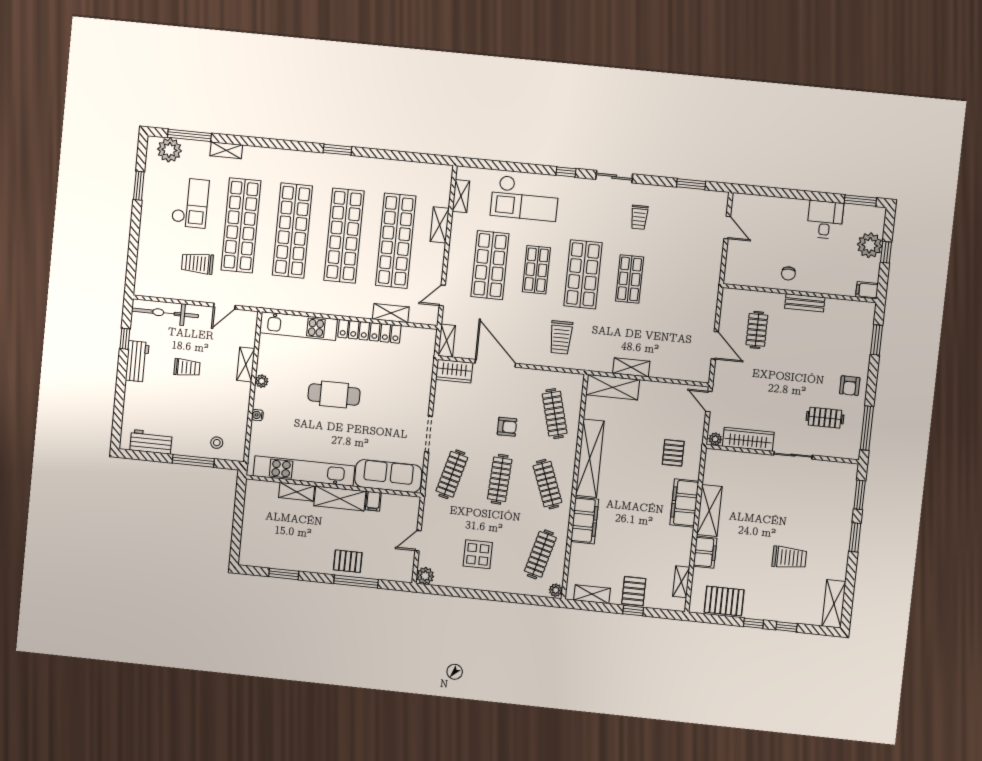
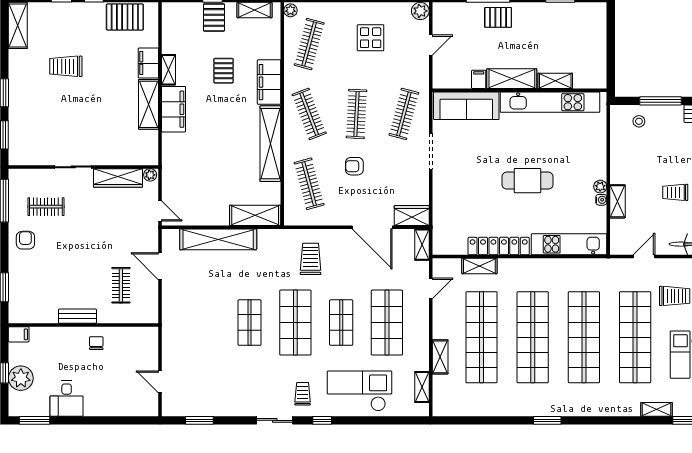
trolley: (639, 217) -> (303, 394), moved
shelving: (631, 367) -> (218, 239), width x2.20, depth x1.33
water cooler: (257, 415) -> (601, 200), moved
pallet: (673, 453) -> (223, 71), moved
shelving: (681, 582) -> (169, 70), moved

